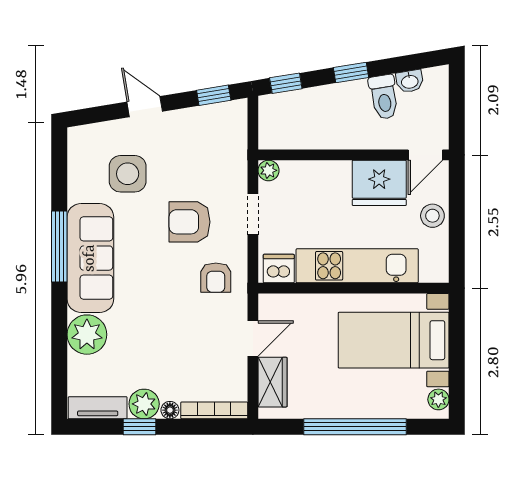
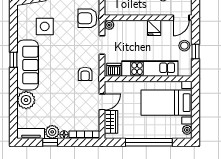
fridge: (379, 183) -> (154, 28), width x0.53, depth x0.75
armchair: (190, 222) -> (87, 18), moved
window: (457, 229) -> (196, 52), added
window: (59, 247) -> (13, 60), width x0.46

